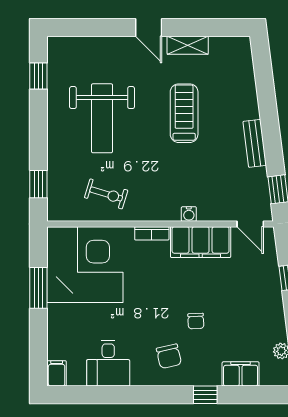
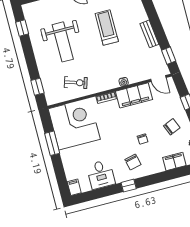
chair: (251, 313) -> (172, 127), added
window: (205, 395) -> (129, 186), moved

